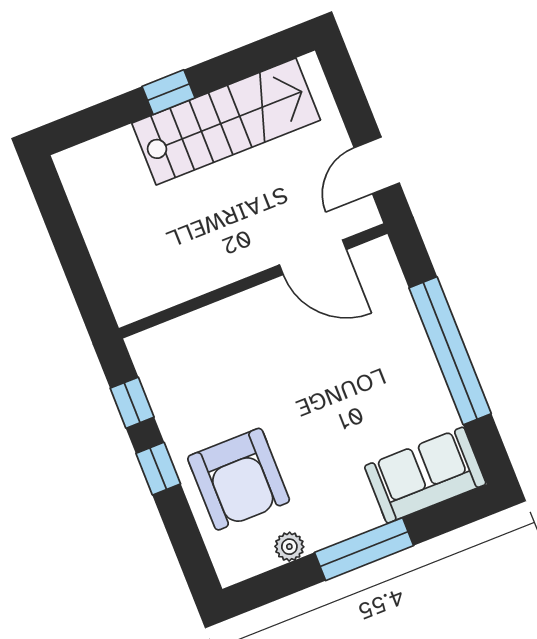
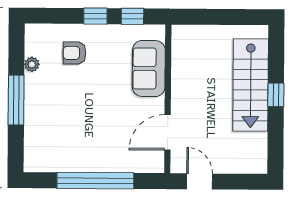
stairs: (226, 122) -> (251, 85), moved
sofa: (425, 475) -> (149, 69), moved, turned 180
armchair: (239, 479) -> (75, 53), width x0.53, depth x0.53

